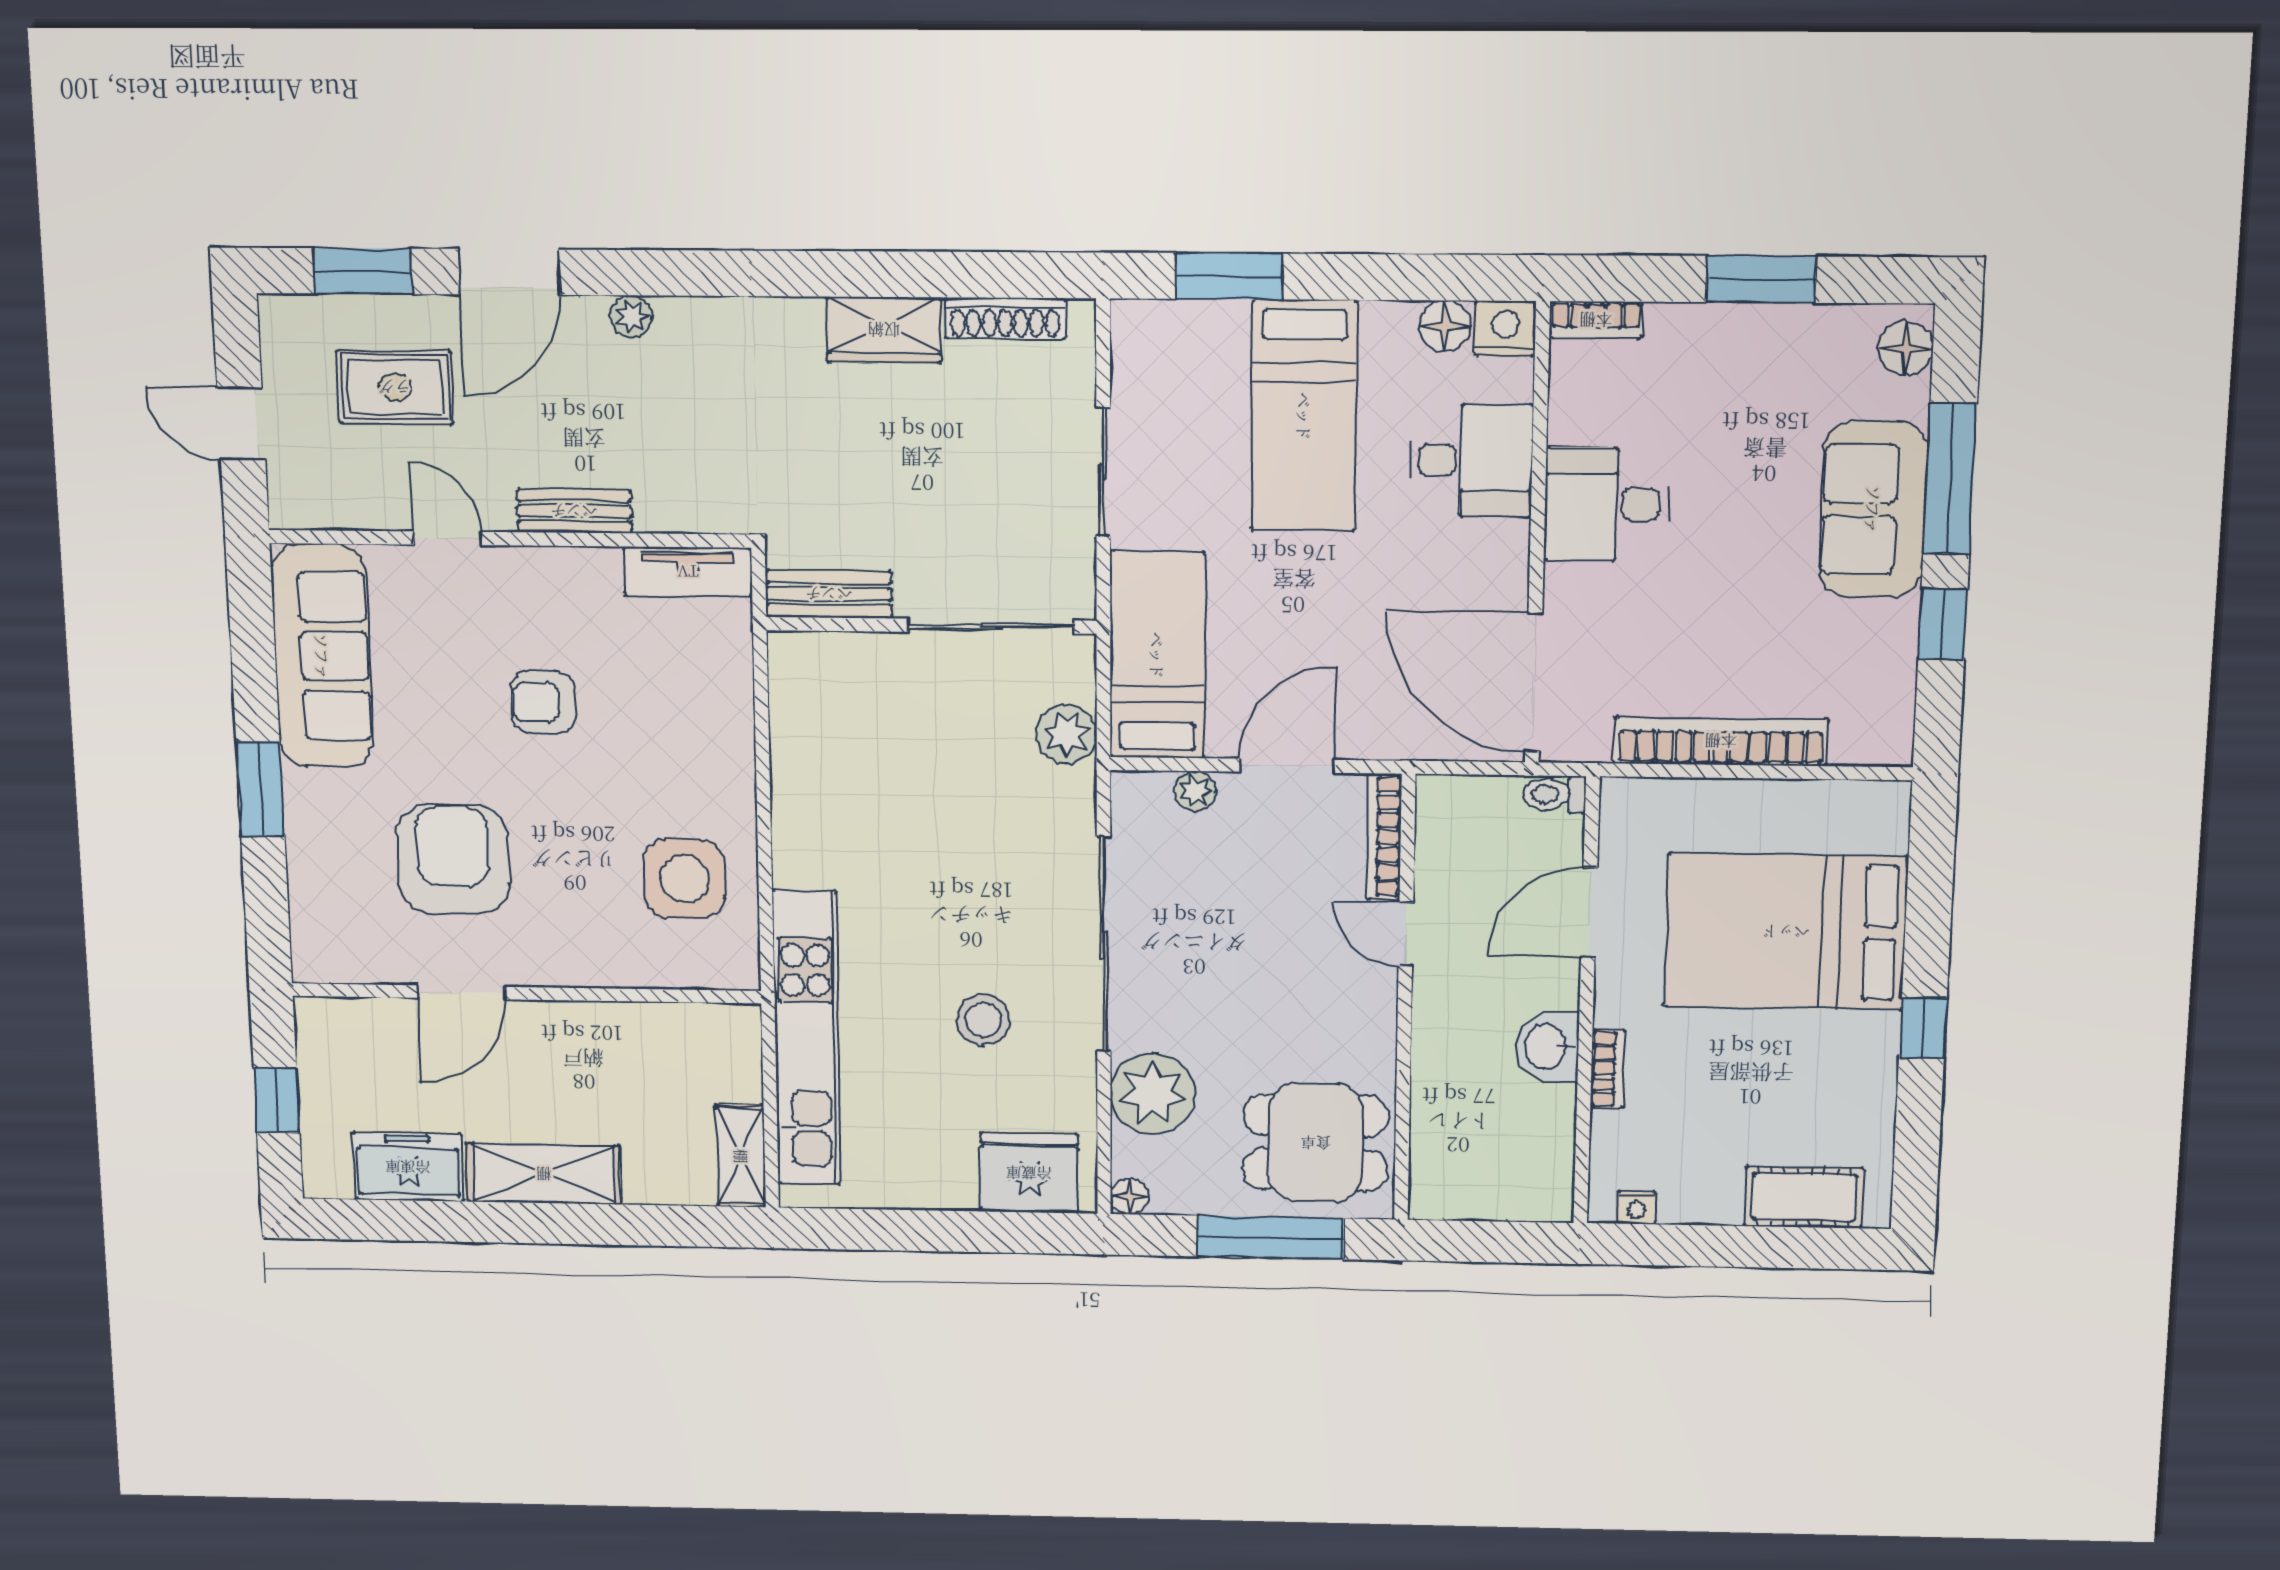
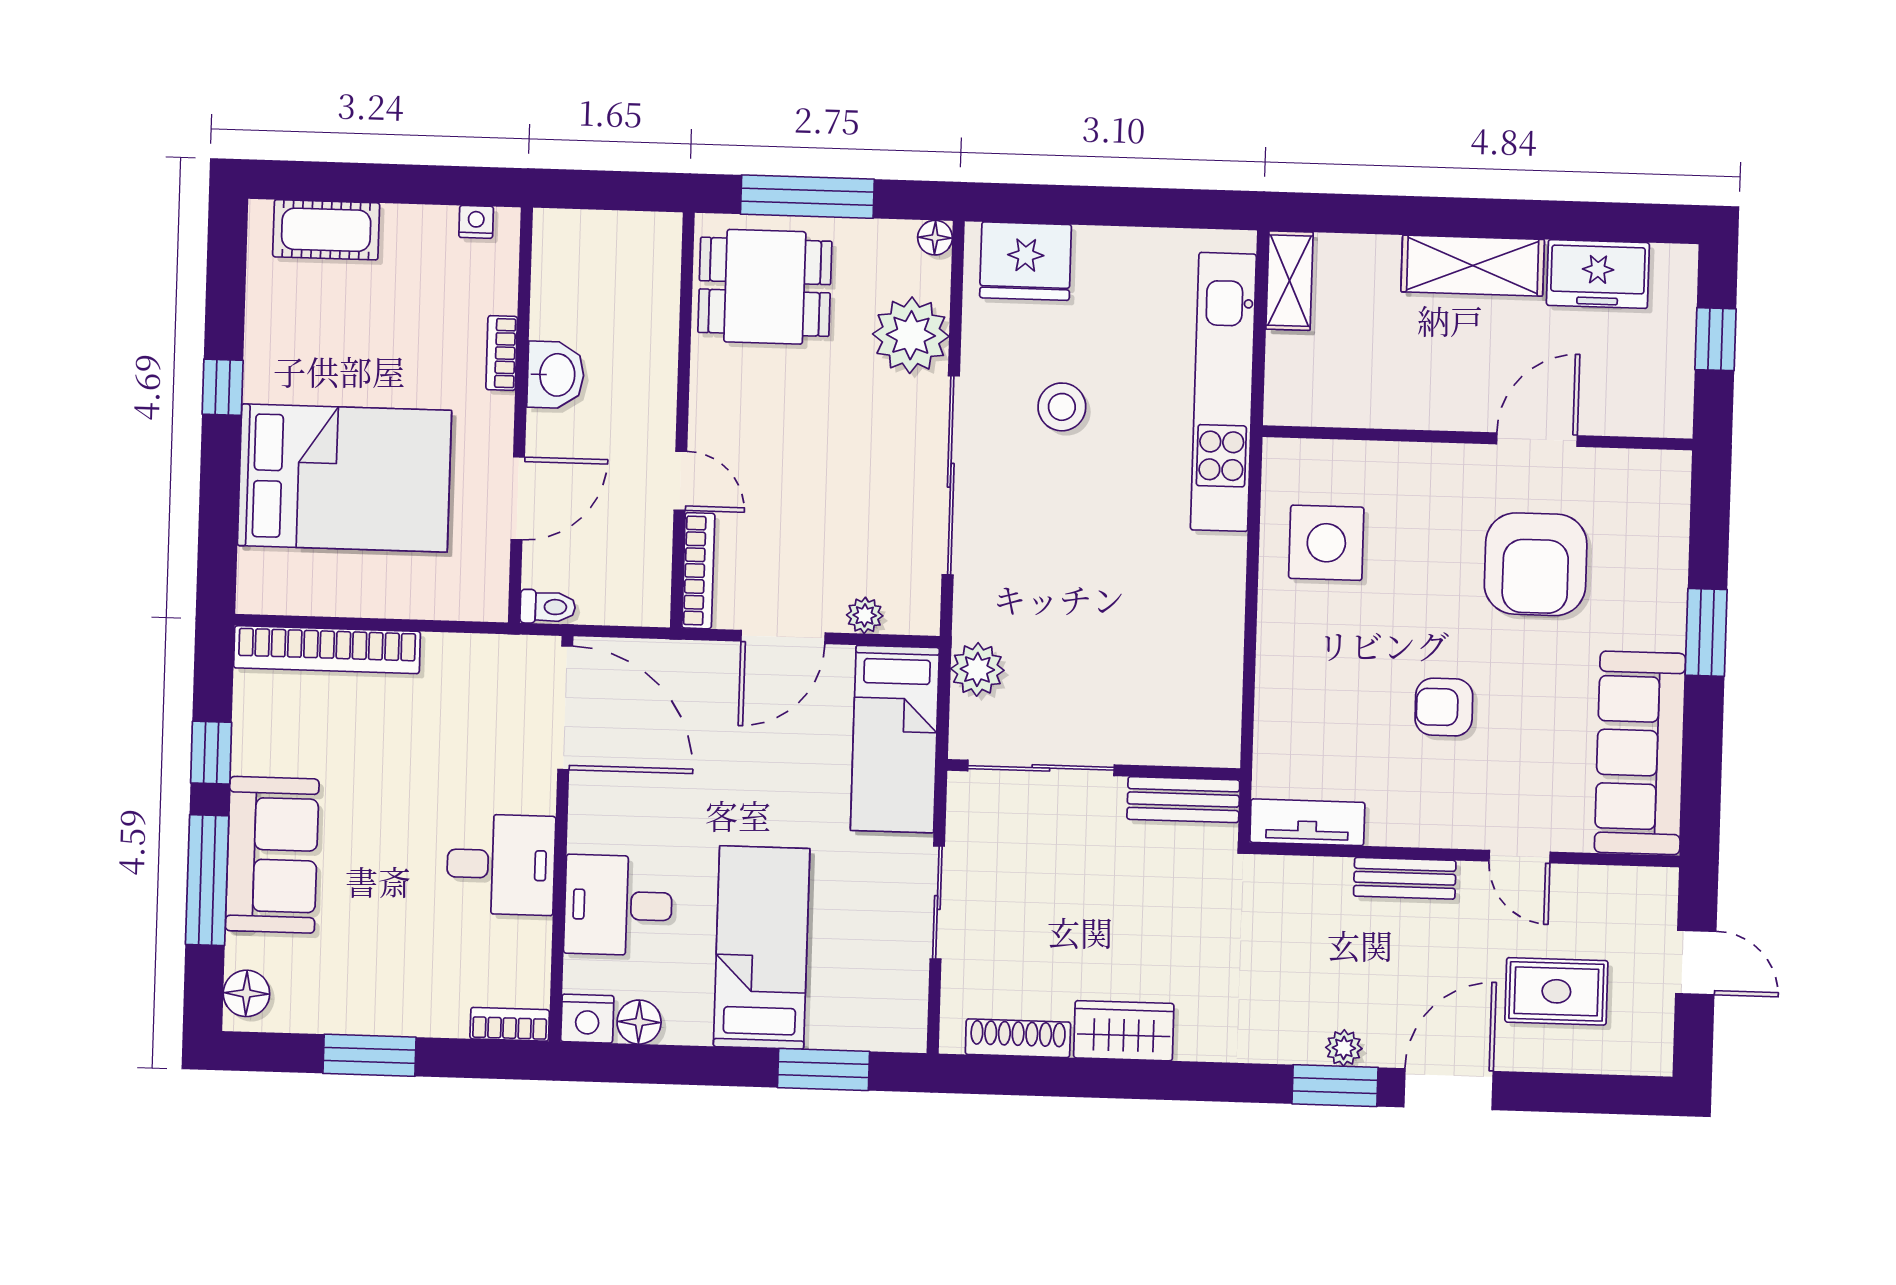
window: (363, 271) -> (1335, 1086), moved
armchair: (543, 702) -> (1444, 707), turned 180
bookcase: (1721, 741) -> (327, 650), moved

